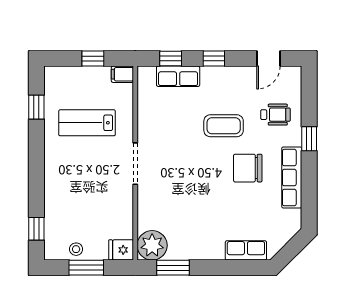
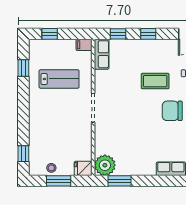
window: (93, 58) -> (50, 34), moved
row of seats: (178, 76) -> (102, 54), moved, turned -90
lab bench: (87, 123) -> (59, 79), turned 180

